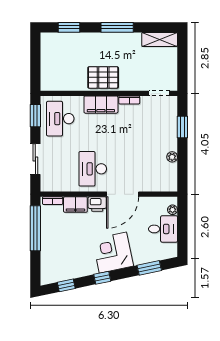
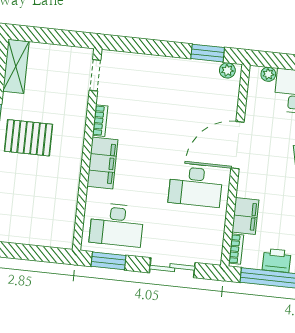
pallet: (103, 77) -> (29, 138), moved, turned 90
window: (182, 127) -> (208, 53), moved
plant: (172, 157) -> (227, 70), moved
door: (123, 194) -> (238, 145), swing flipped
printer: (97, 204) -> (277, 260), moved, turned -90

